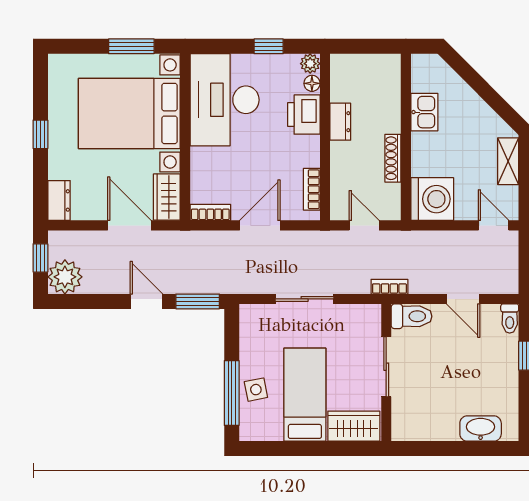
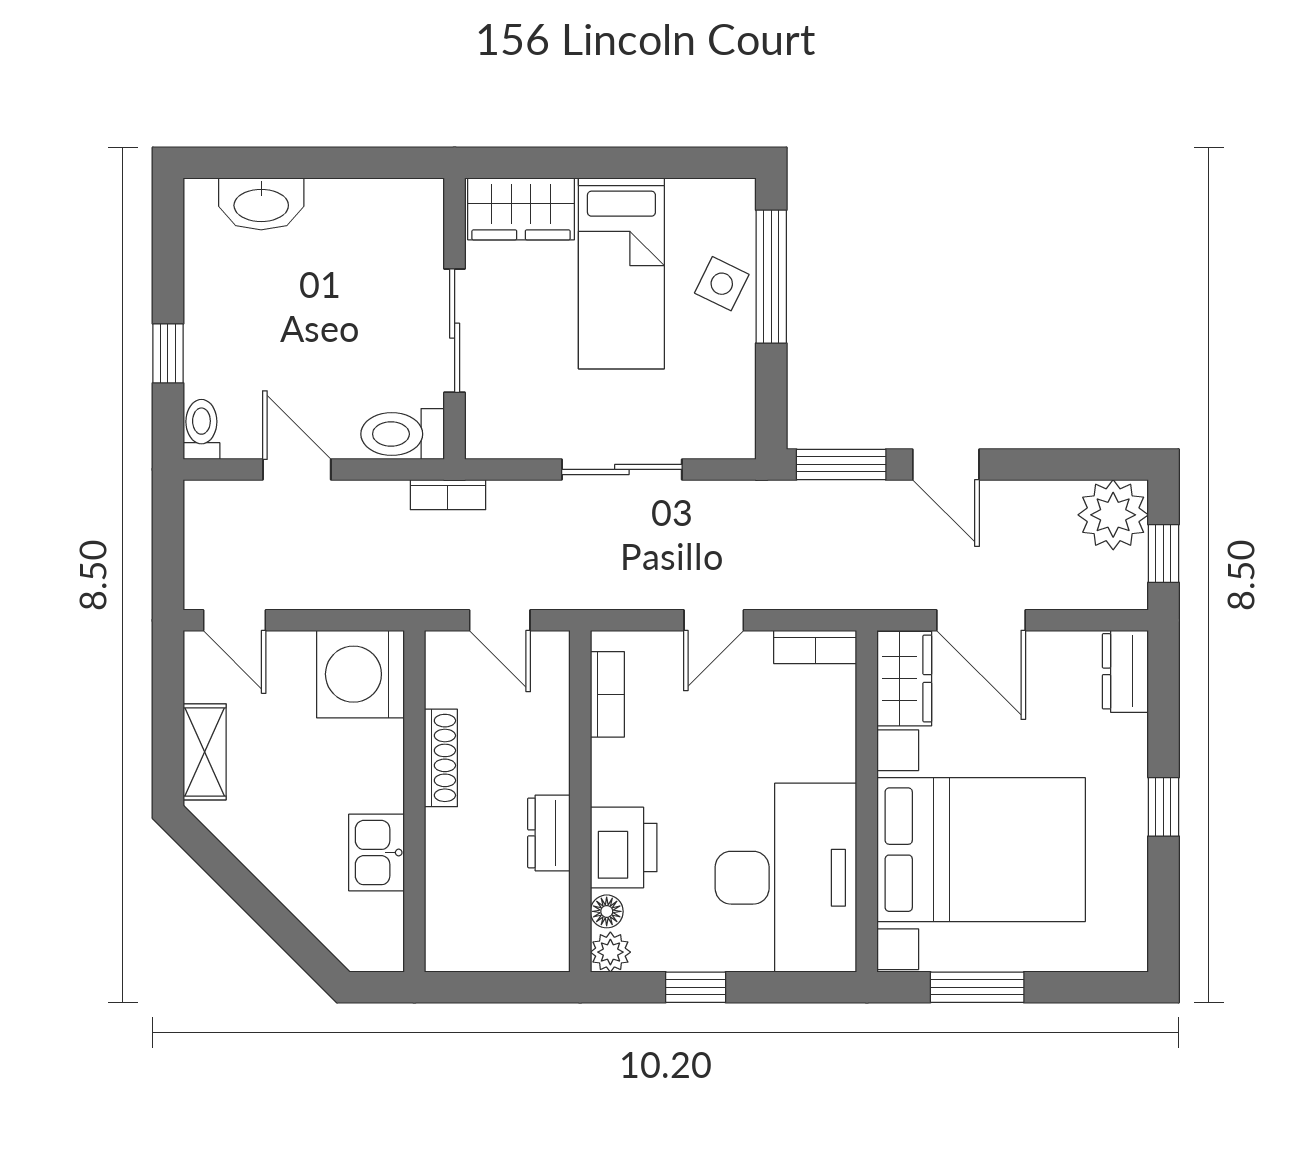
door: (260, 225) -> (714, 620), width x0.73
side table: (256, 390) -> (722, 284), turned 37

